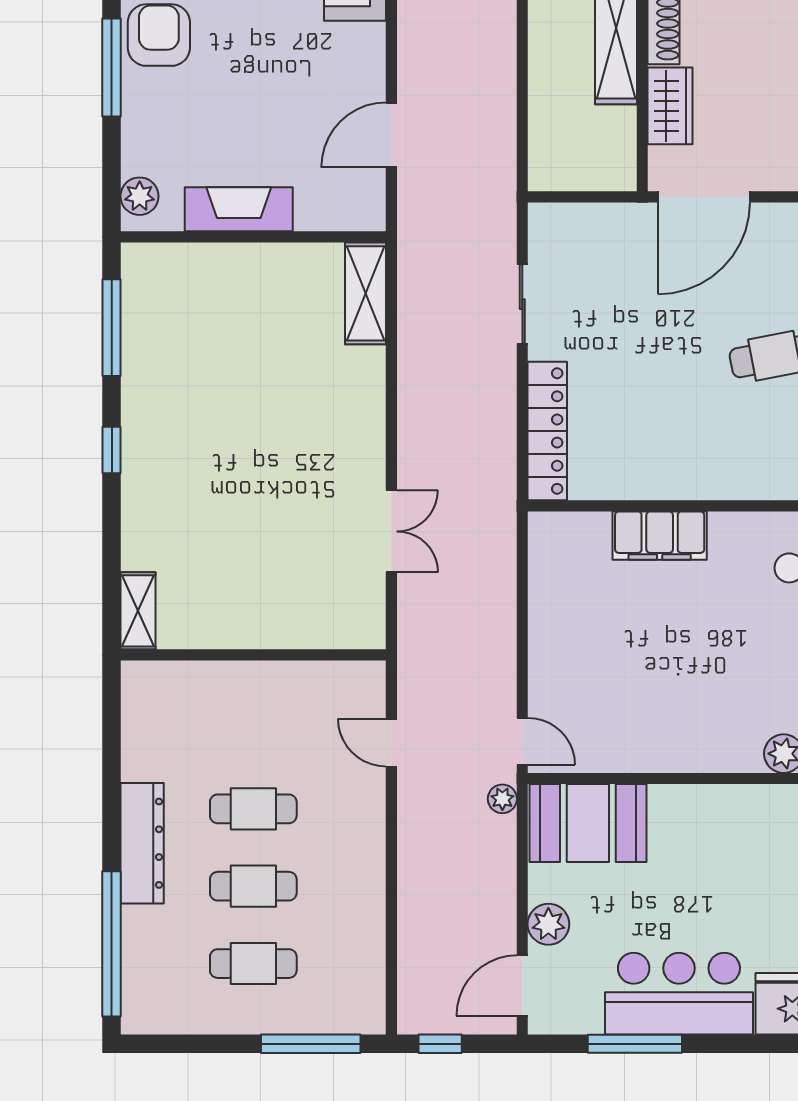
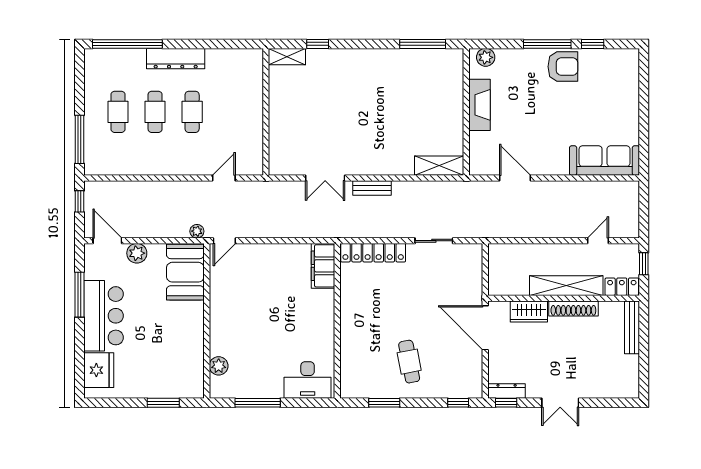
bench: (412, 433) -> (372, 188), added
window: (112, 450) -> (318, 44), moved
filing cabinet: (660, 536) -> (323, 266), moved

